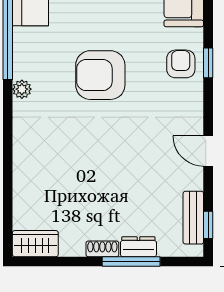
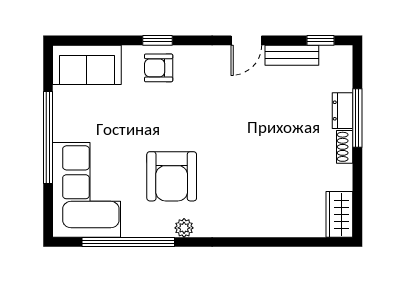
armchair: (100, 75) -> (172, 176), moved
bench: (193, 218) -> (292, 55), moved

